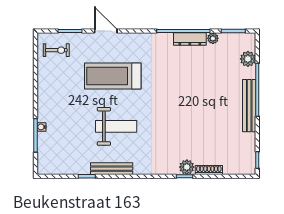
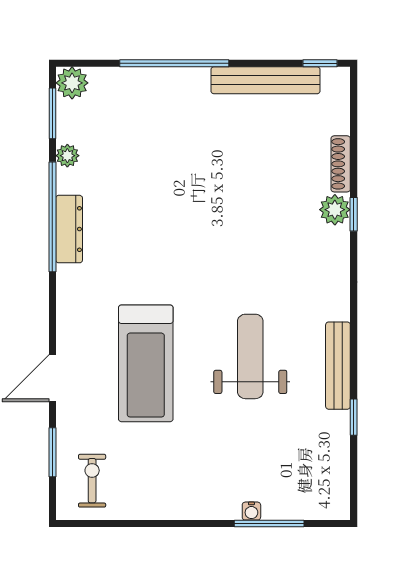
dresser: (190, 39) -> (69, 229), moved
plant: (248, 59) -> (72, 83), moved
bench: (249, 106) -> (266, 80), moved

